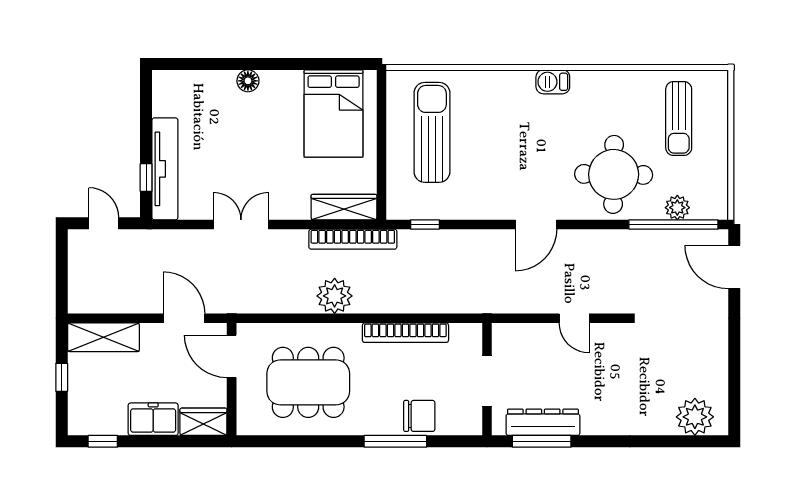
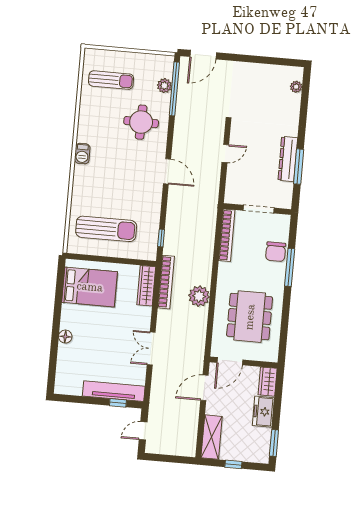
sun lounger: (432, 132) -> (106, 229), turned 180
round table: (614, 174) -> (141, 122), width x0.73, depth x0.73
bookcase: (405, 333) -> (227, 235), moved
chair: (419, 416) -> (276, 252), turned 180
plant: (695, 417) -> (296, 87), width x0.53, depth x0.53
dresser: (543, 422) -> (288, 159), moved
window: (103, 441) -> (274, 443), width x1.50
window: (542, 441) -> (299, 167), moved

